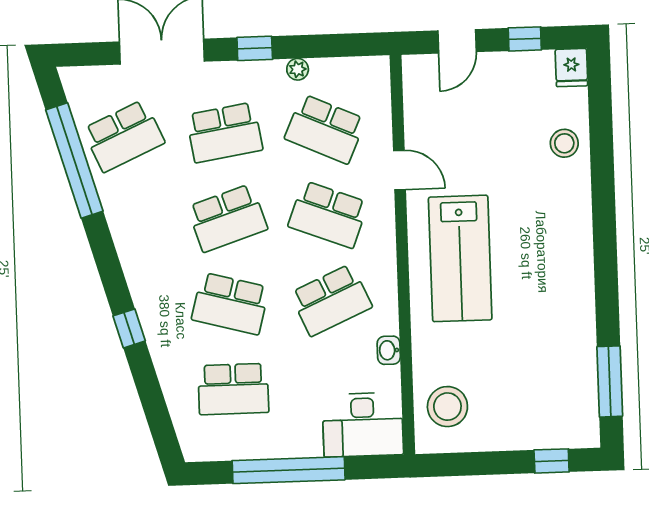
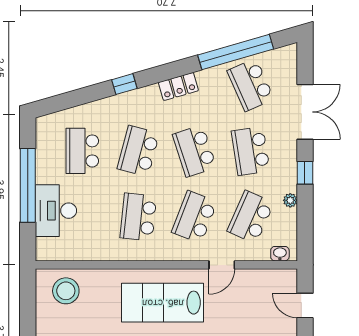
locker: (130, 246) -> (178, 86), added
school desk: (331, 300) -> (138, 217), turned 30
washbasin: (389, 350) -> (280, 254), moved
desk: (363, 425) -> (56, 211), moved

